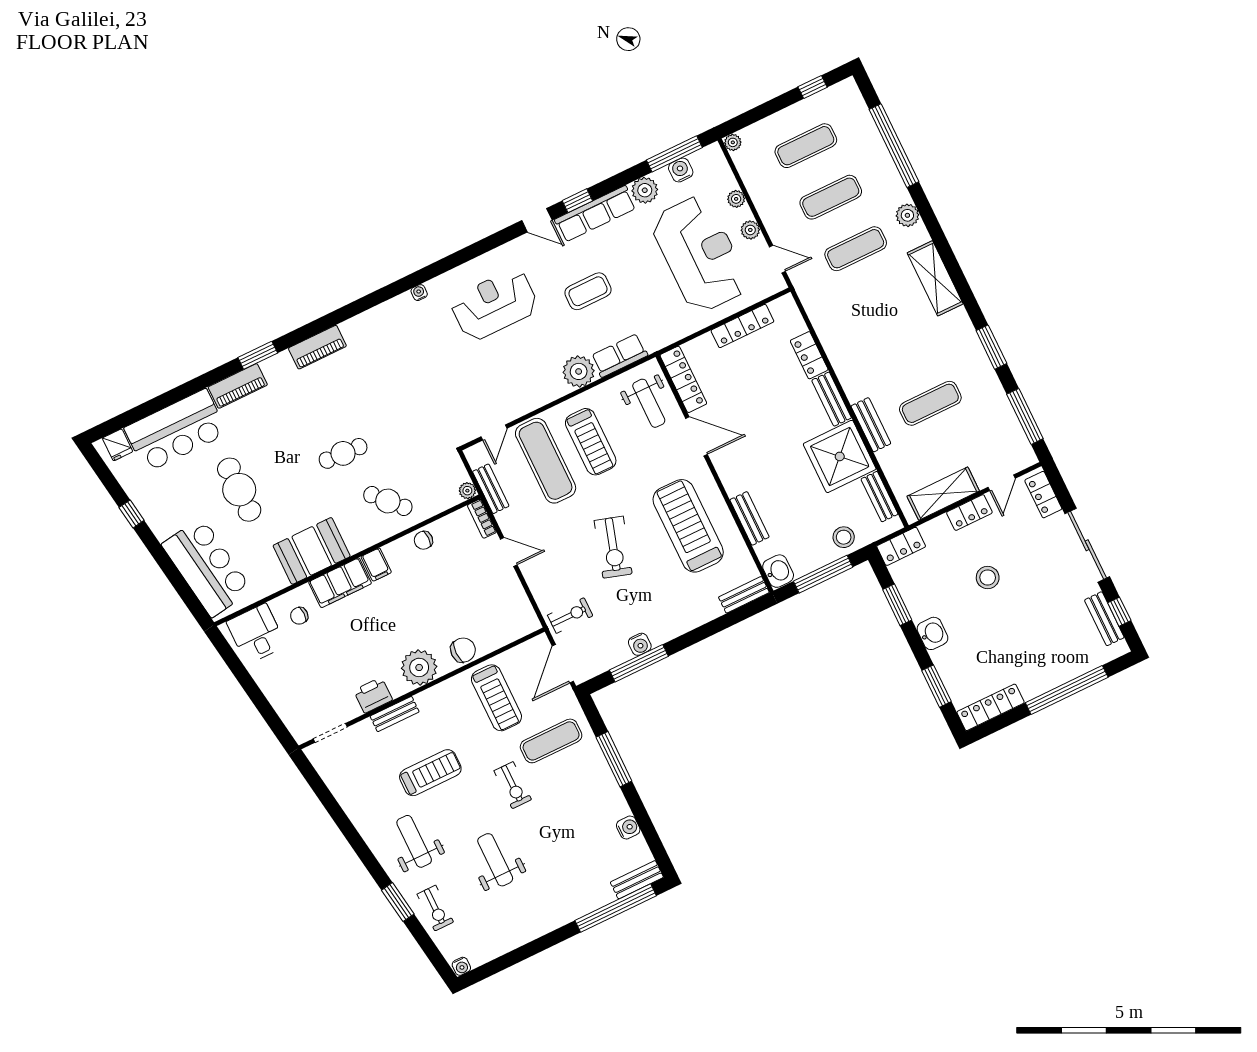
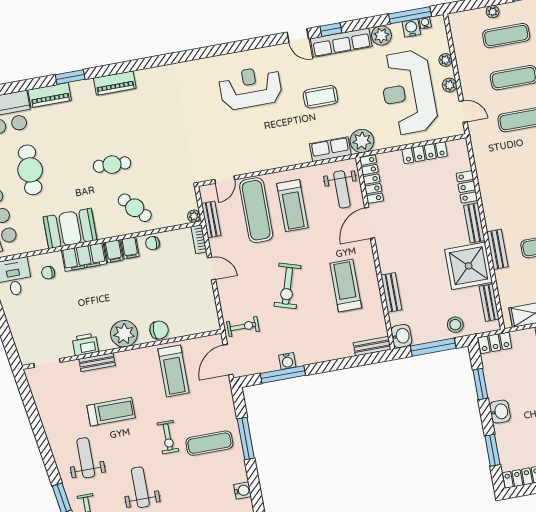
plant: (733, 142) -> (493, 12), moved
reception desk: (700, 254) -> (408, 92), turned 180
water cooler: (419, 293) -> (425, 23), moved
plant: (579, 371) -> (362, 141), moved
door: (697, 436) -> (370, 223), swing flipped
treadmill: (688, 526) -> (346, 286), width x0.73, depth x0.73
filing cabinet: (396, 554) -> (130, 248), added
exercise mat: (551, 741) -> (209, 443), moved

